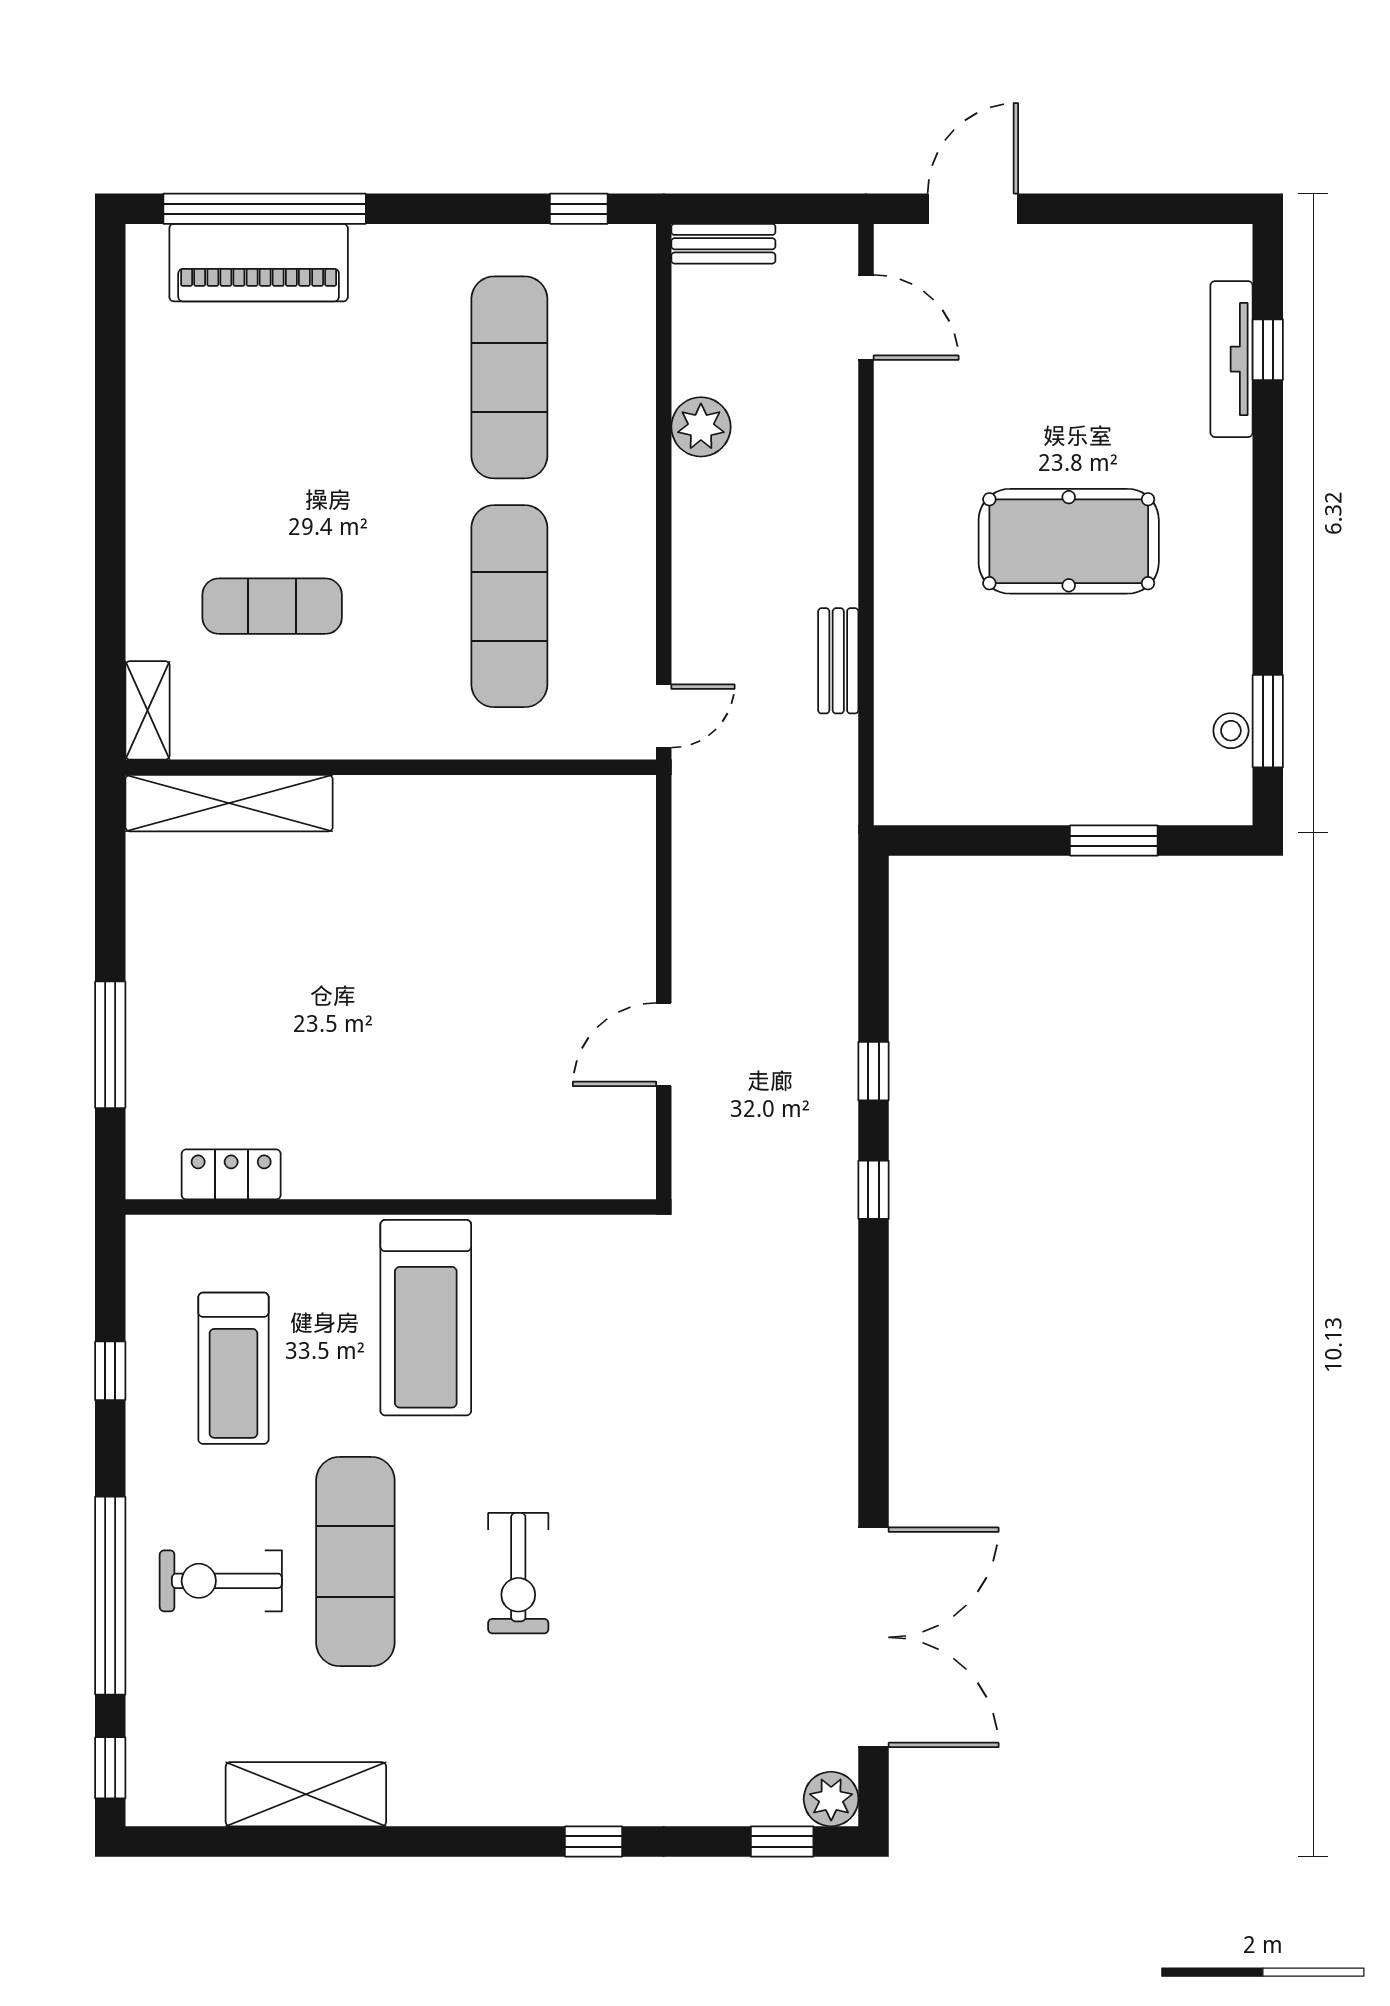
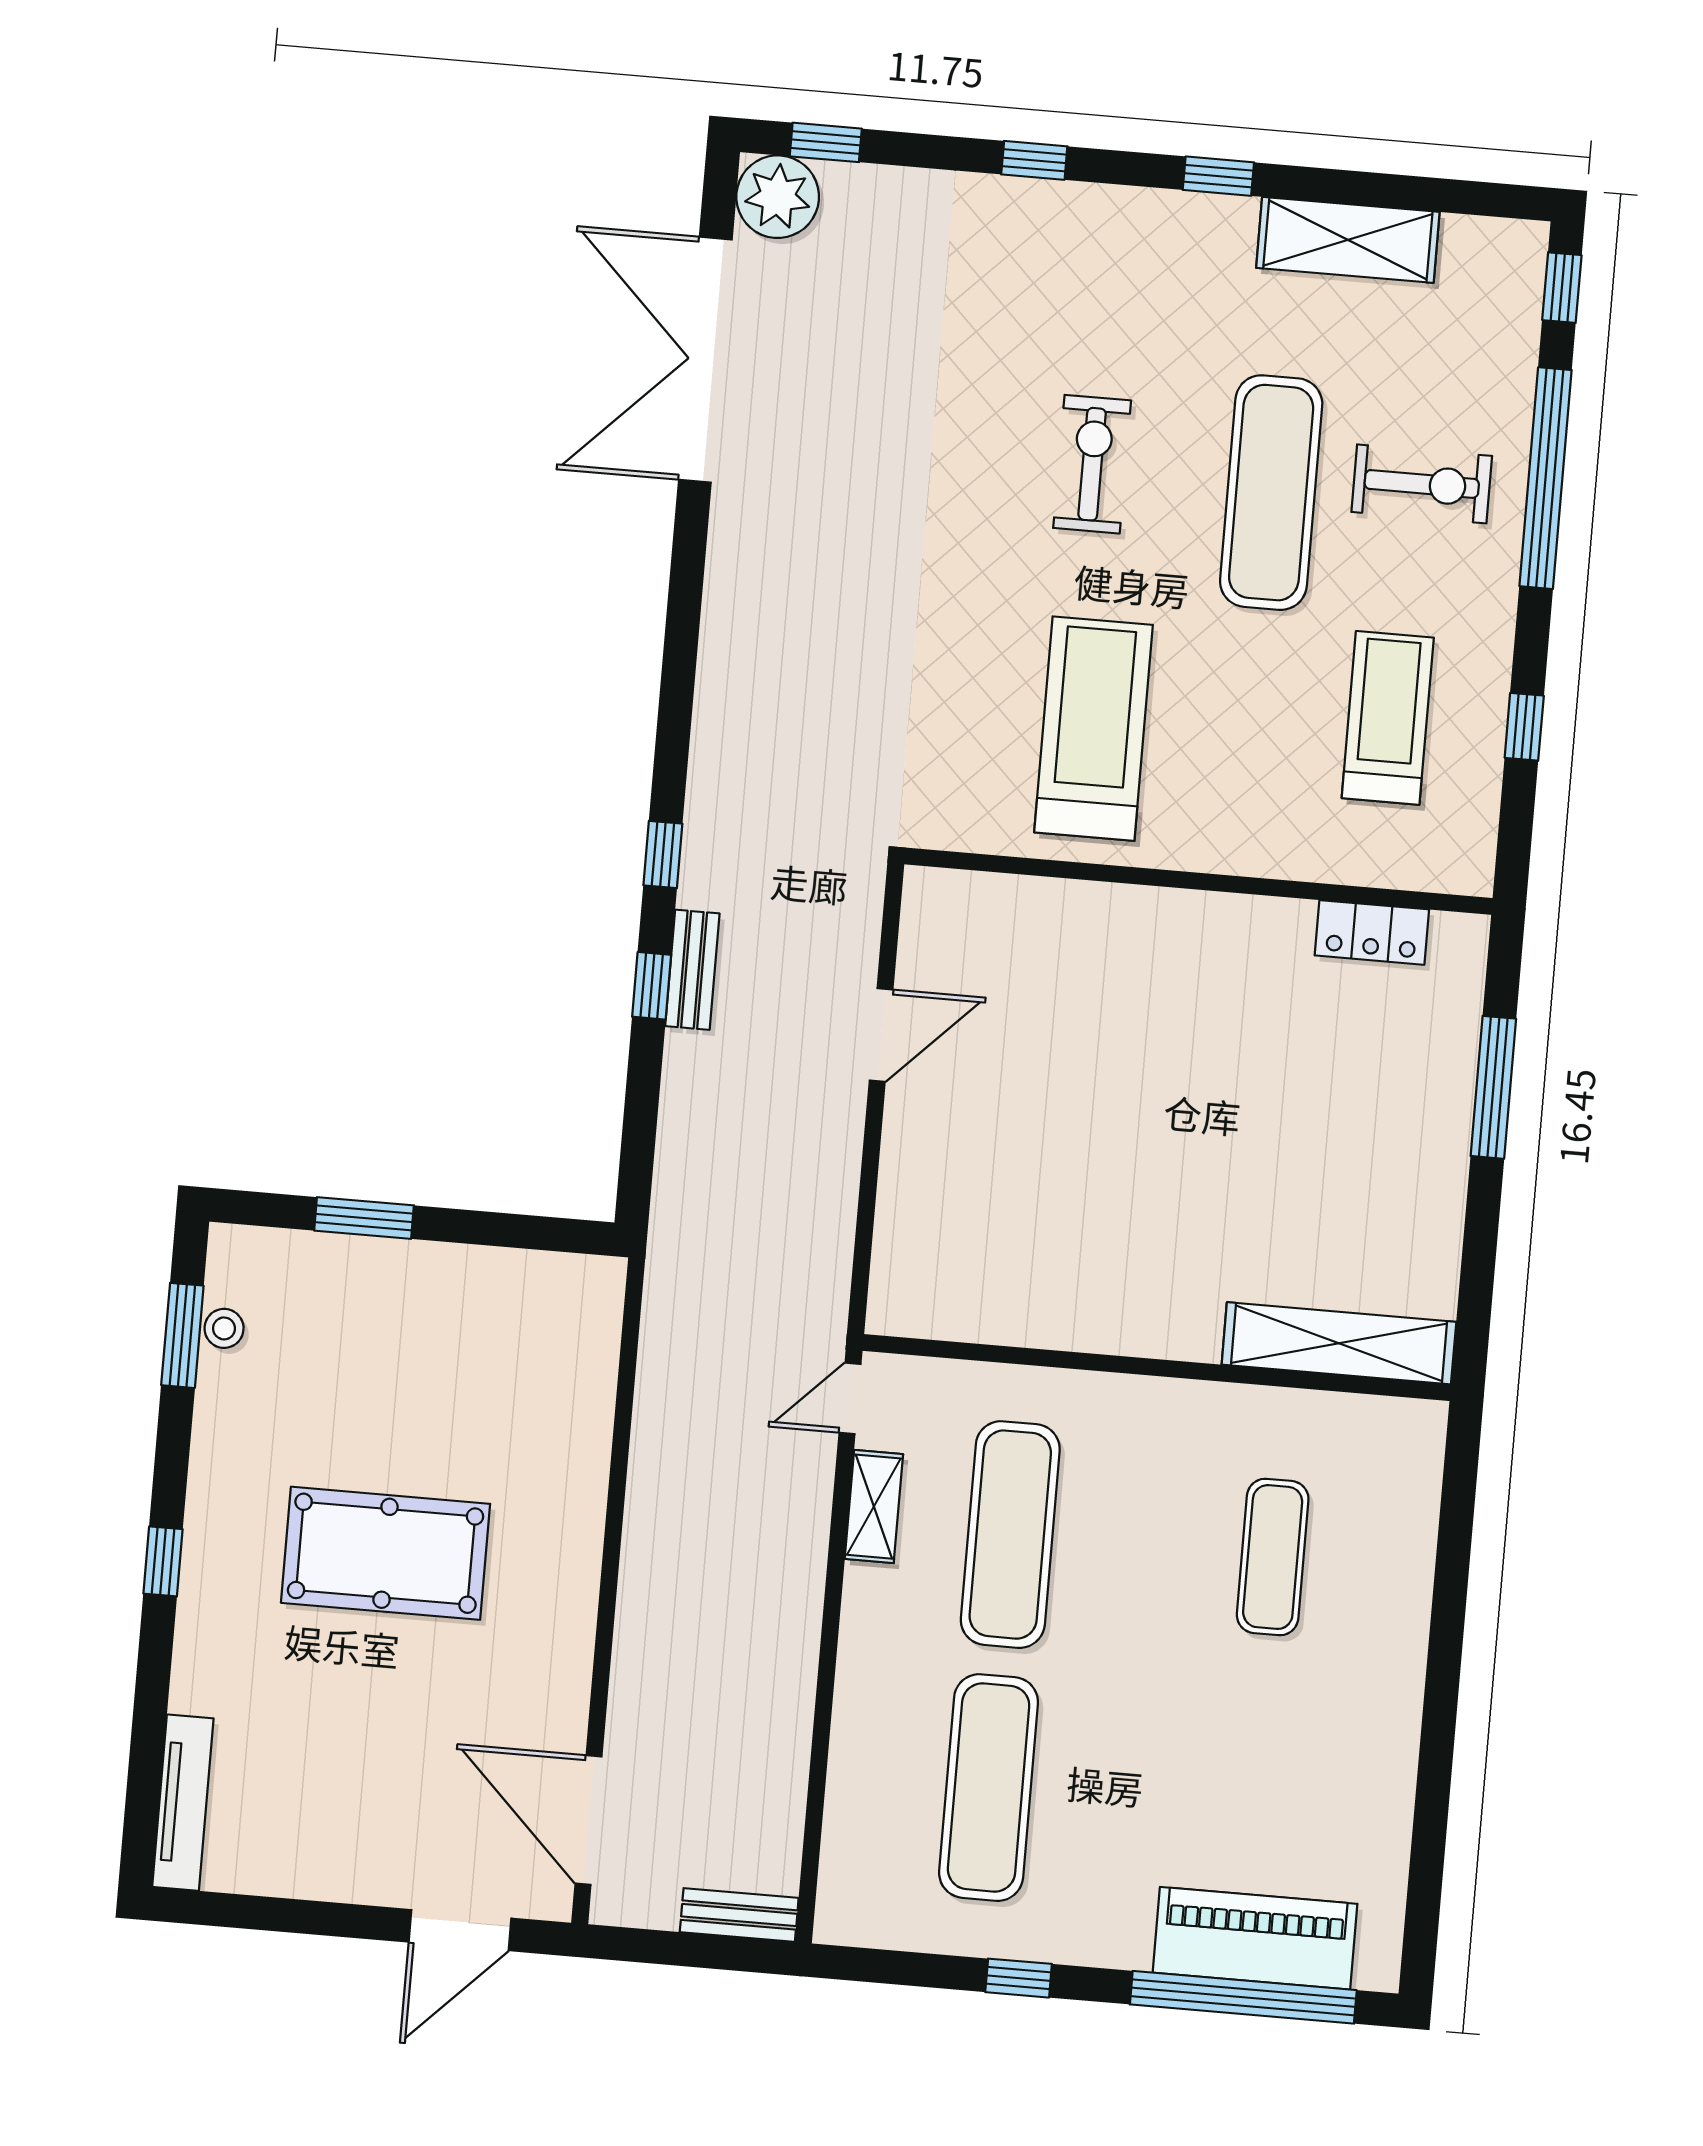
window: (579, 209) -> (1019, 1978), moved
door: (866, 317) -> (589, 1820), width x1.36
window: (1268, 350) -> (163, 1561), moved
tv unit: (1232, 359) -> (183, 1803), moved
plant: (701, 427) -> (781, 1715), removed
exercise mat: (272, 606) -> (1273, 1557), turned 90
bench: (838, 661) -> (692, 970), moved
shelving: (148, 710) -> (874, 1507), moved
treadmill: (426, 1318) -> (1094, 729), moved
plant: (831, 1799) -> (778, 197), width x1.36, depth x1.36
window: (427, 1841) -> (1218, 176), added

